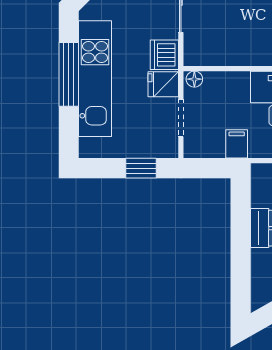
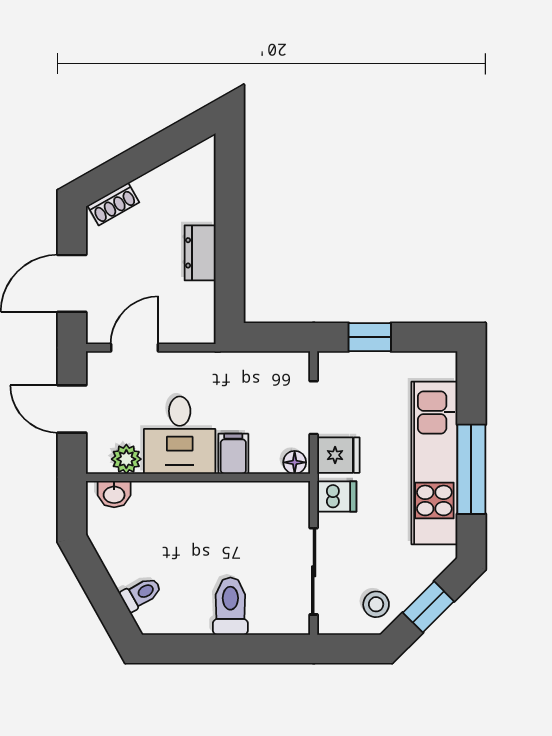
dishwasher: (164, 55) -> (337, 497), width x0.73
filing cabinet: (237, 144) -> (233, 454), moved, turned 180

